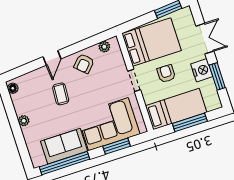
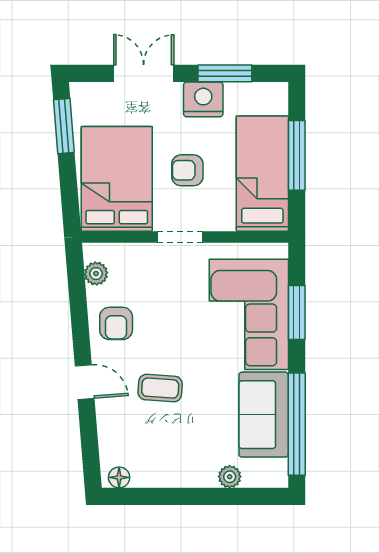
armchair: (84, 64) -> (116, 323), turned 47
plant: (24, 121) -> (230, 477), moved

